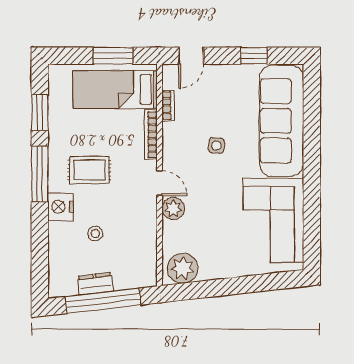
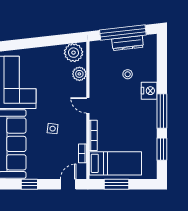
rug: (89, 170) -> (131, 114), removed
plant: (173, 209) -> (79, 74), moved
dresser: (95, 284) -> (128, 43), width x1.44

